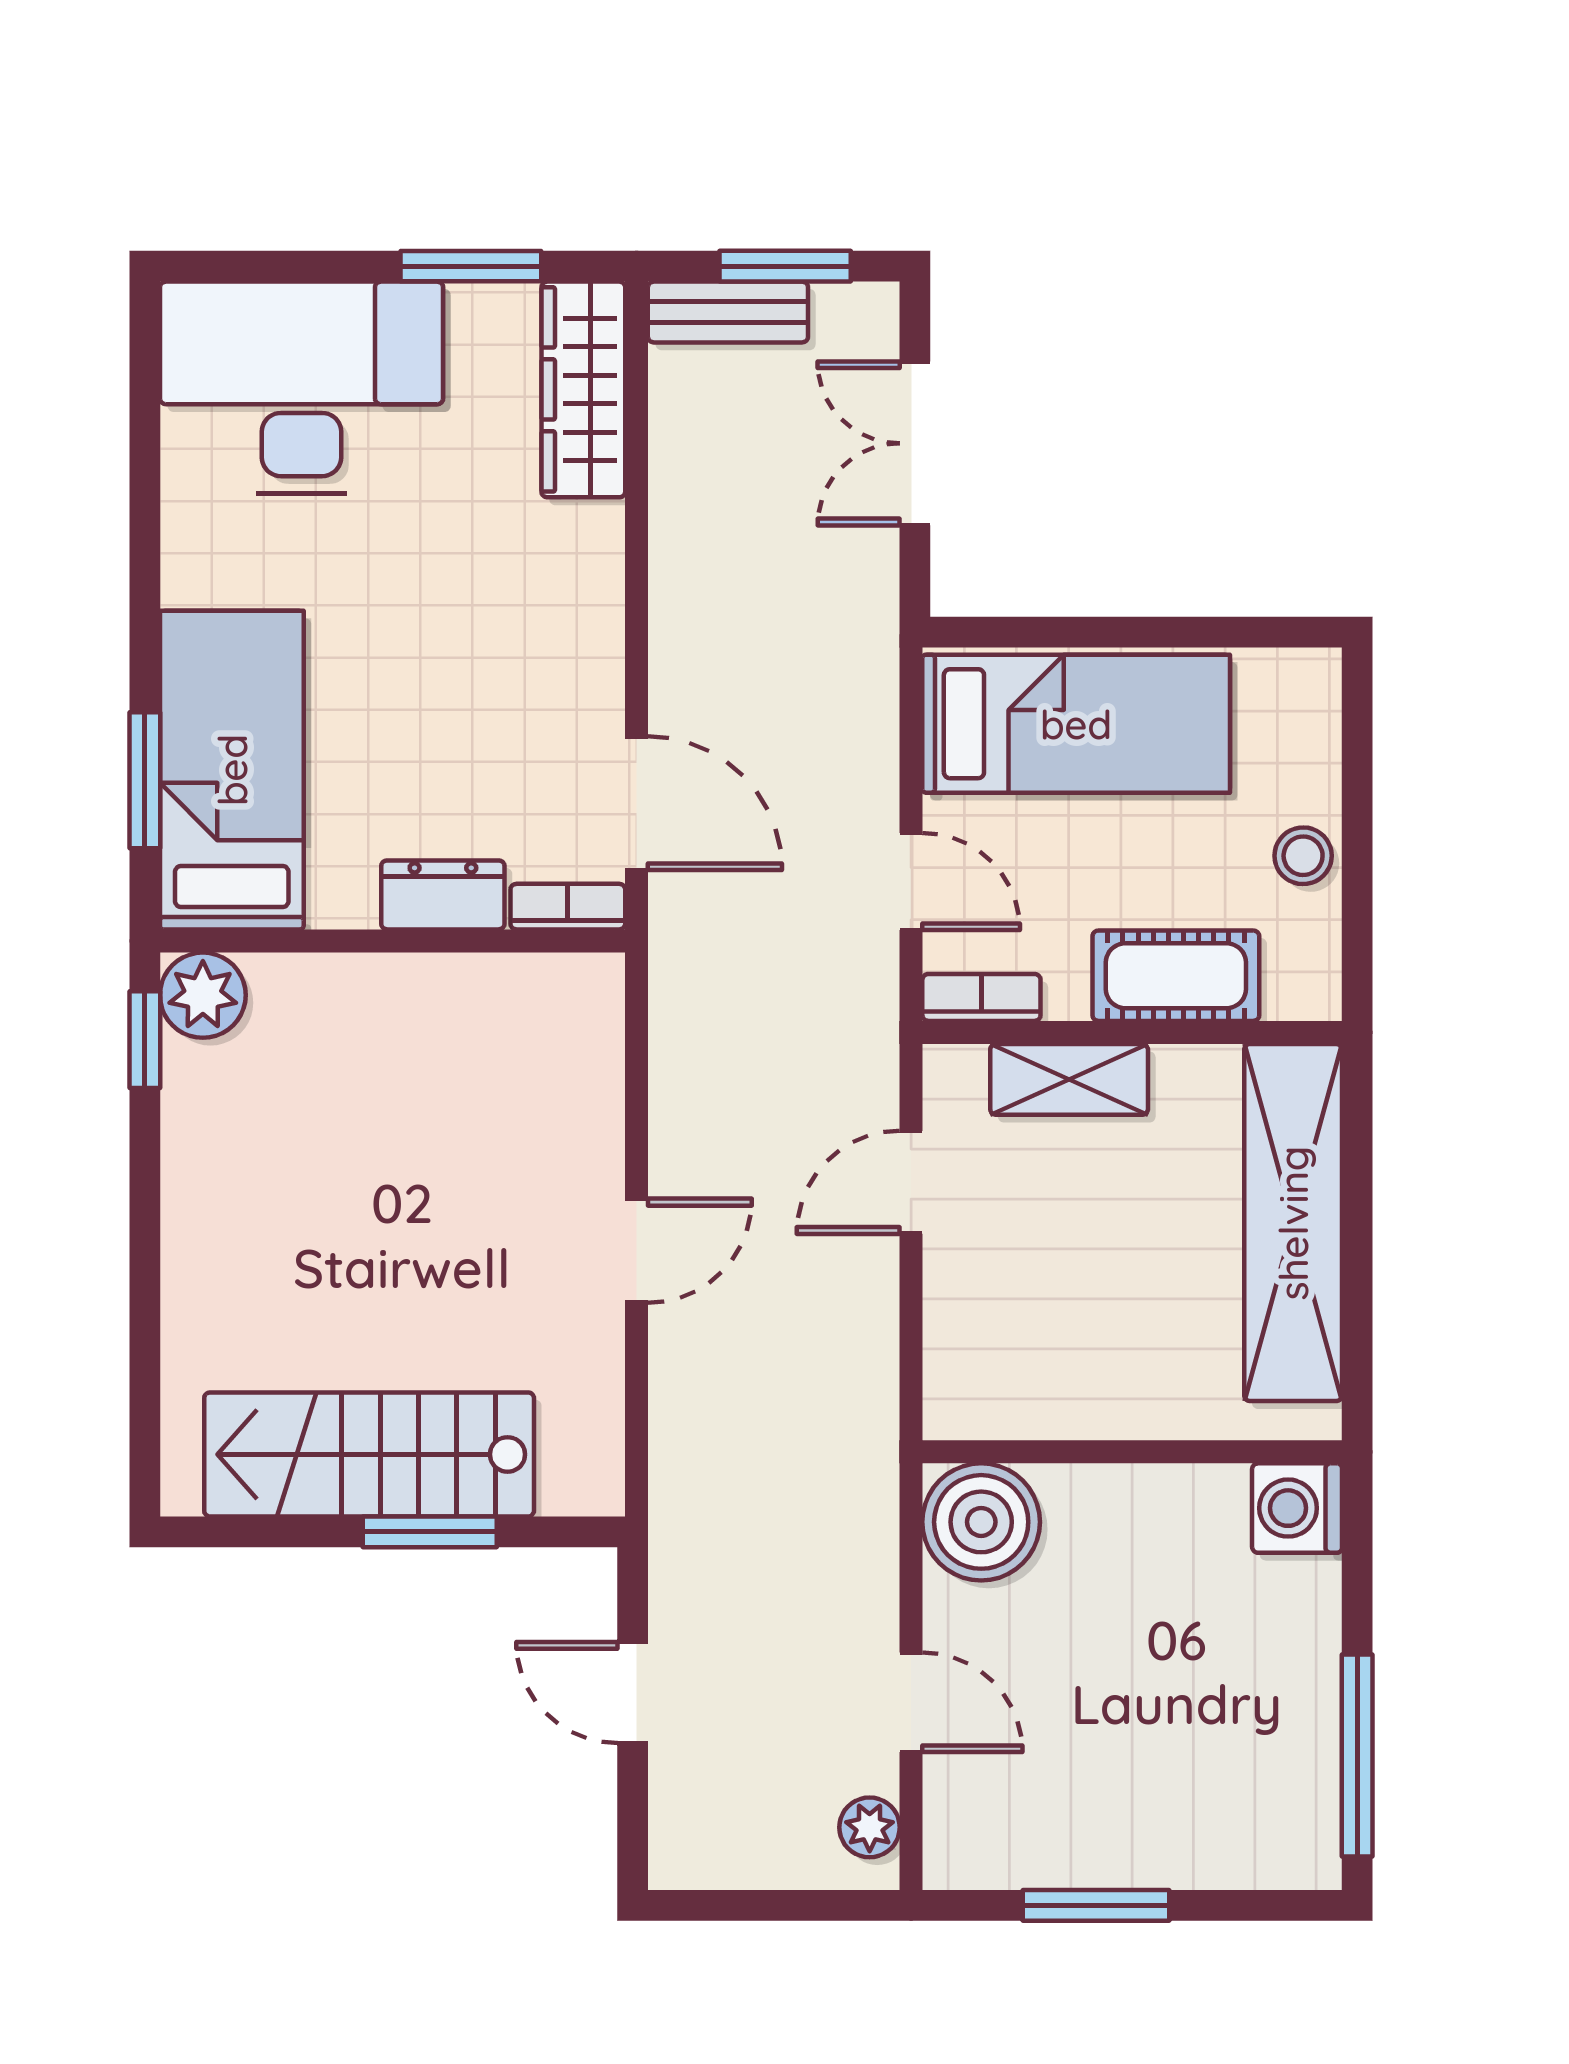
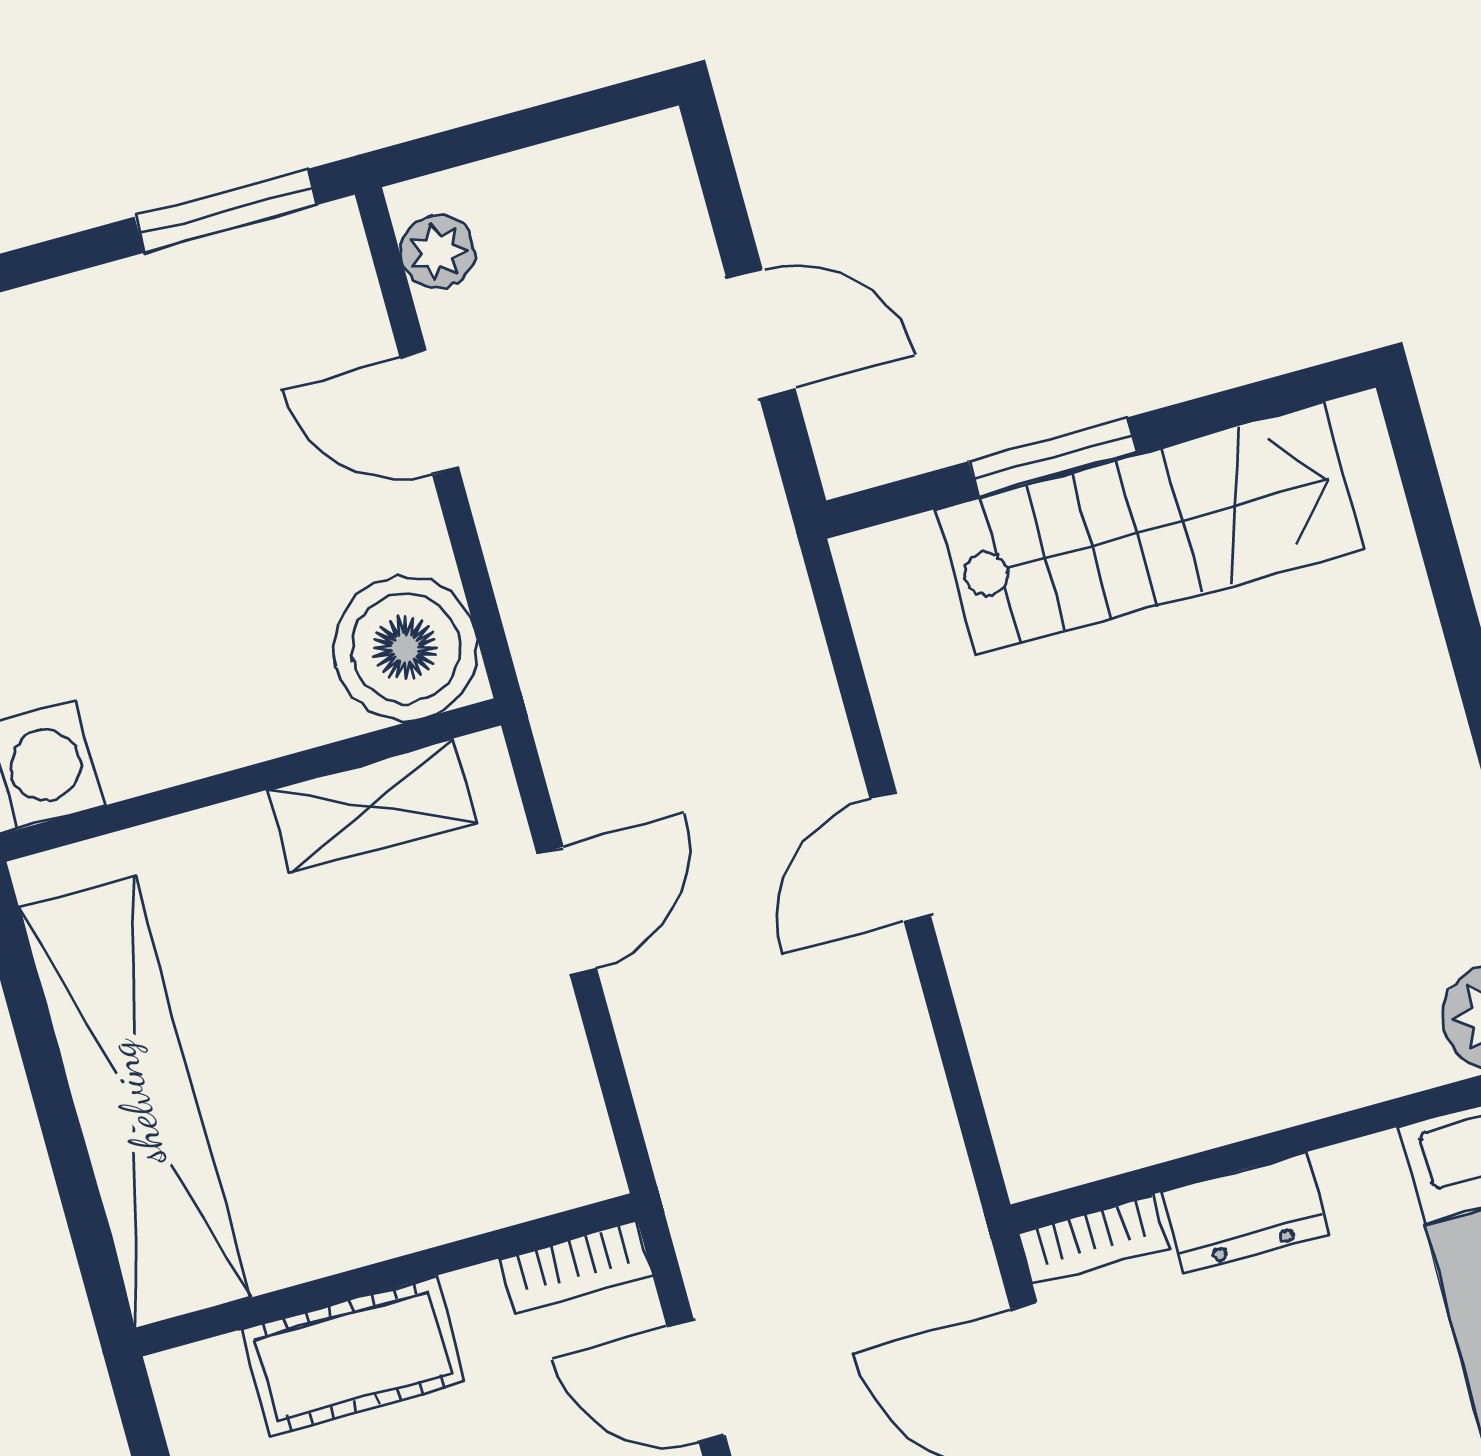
shelving: (1069, 1079) -> (372, 806), moved
door: (911, 1182) -> (567, 911), moved
window: (1096, 1905) -> (226, 211), moved

